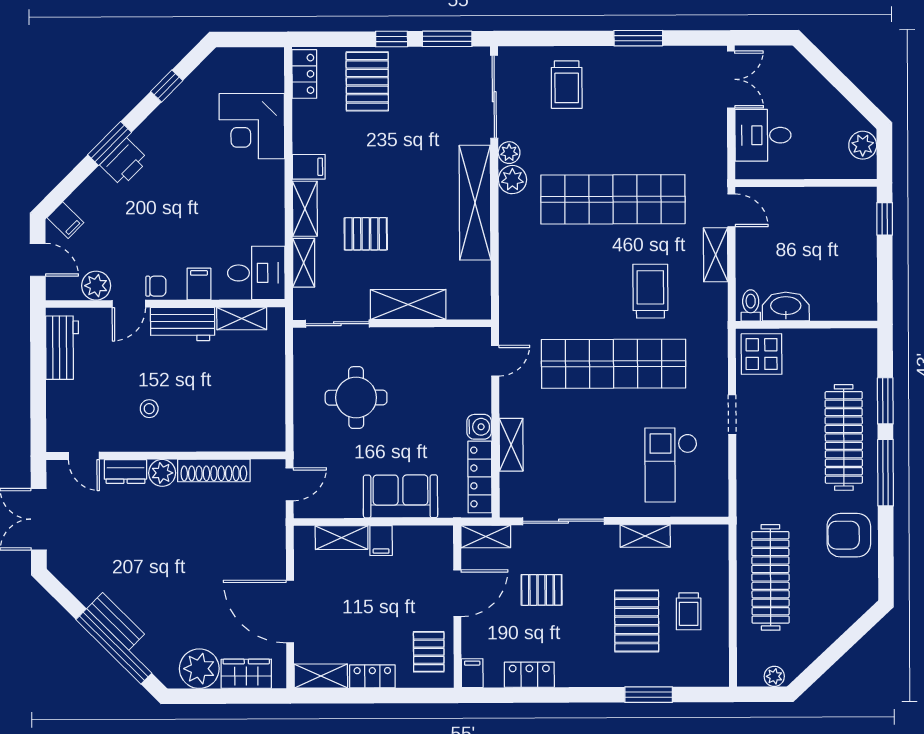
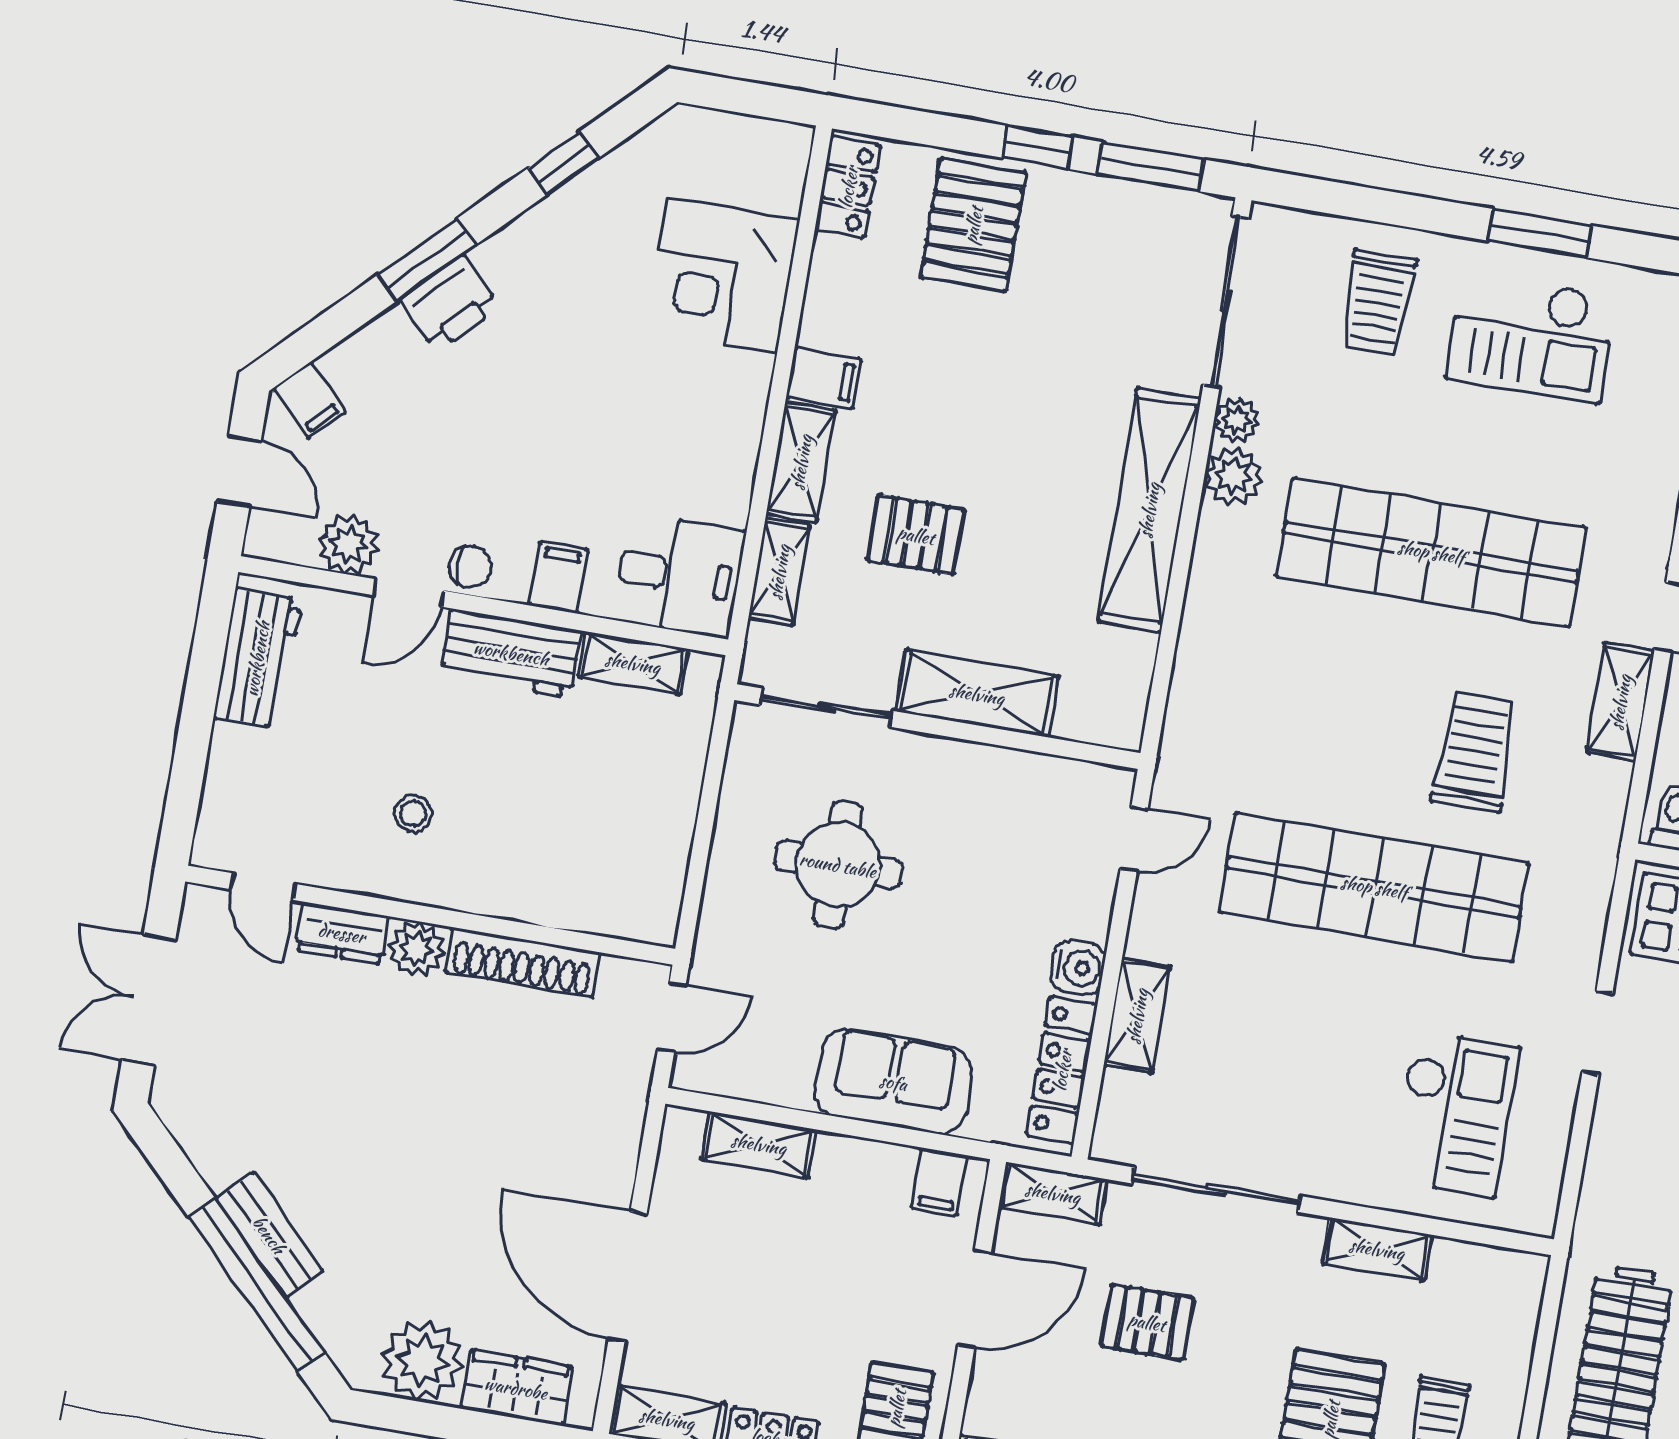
checkout: (643, 89) -> (1531, 337), added
checkout: (671, 465) -> (1455, 1114), turned 180
filing cabinet: (381, 541) -> (939, 1182), moved

